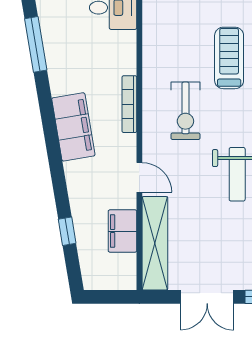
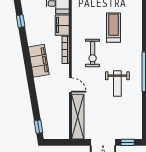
window: (36, 44) -> (21, 21), width x0.46
window: (67, 231) -> (38, 127), moved
filing cabinet: (122, 231) -> (62, 25), moved

